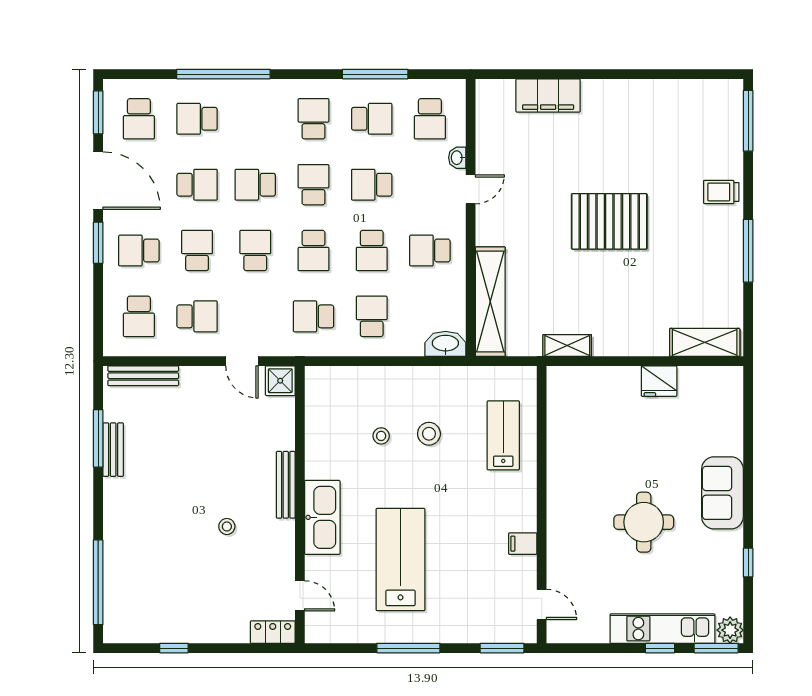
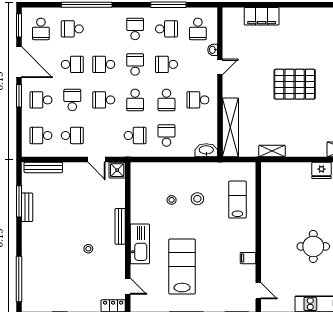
school desk: (255, 251) -> (104, 100), turned -90
school desk: (139, 316) -> (41, 135), turned 90
school desk: (313, 316) -> (135, 135), turned 180

